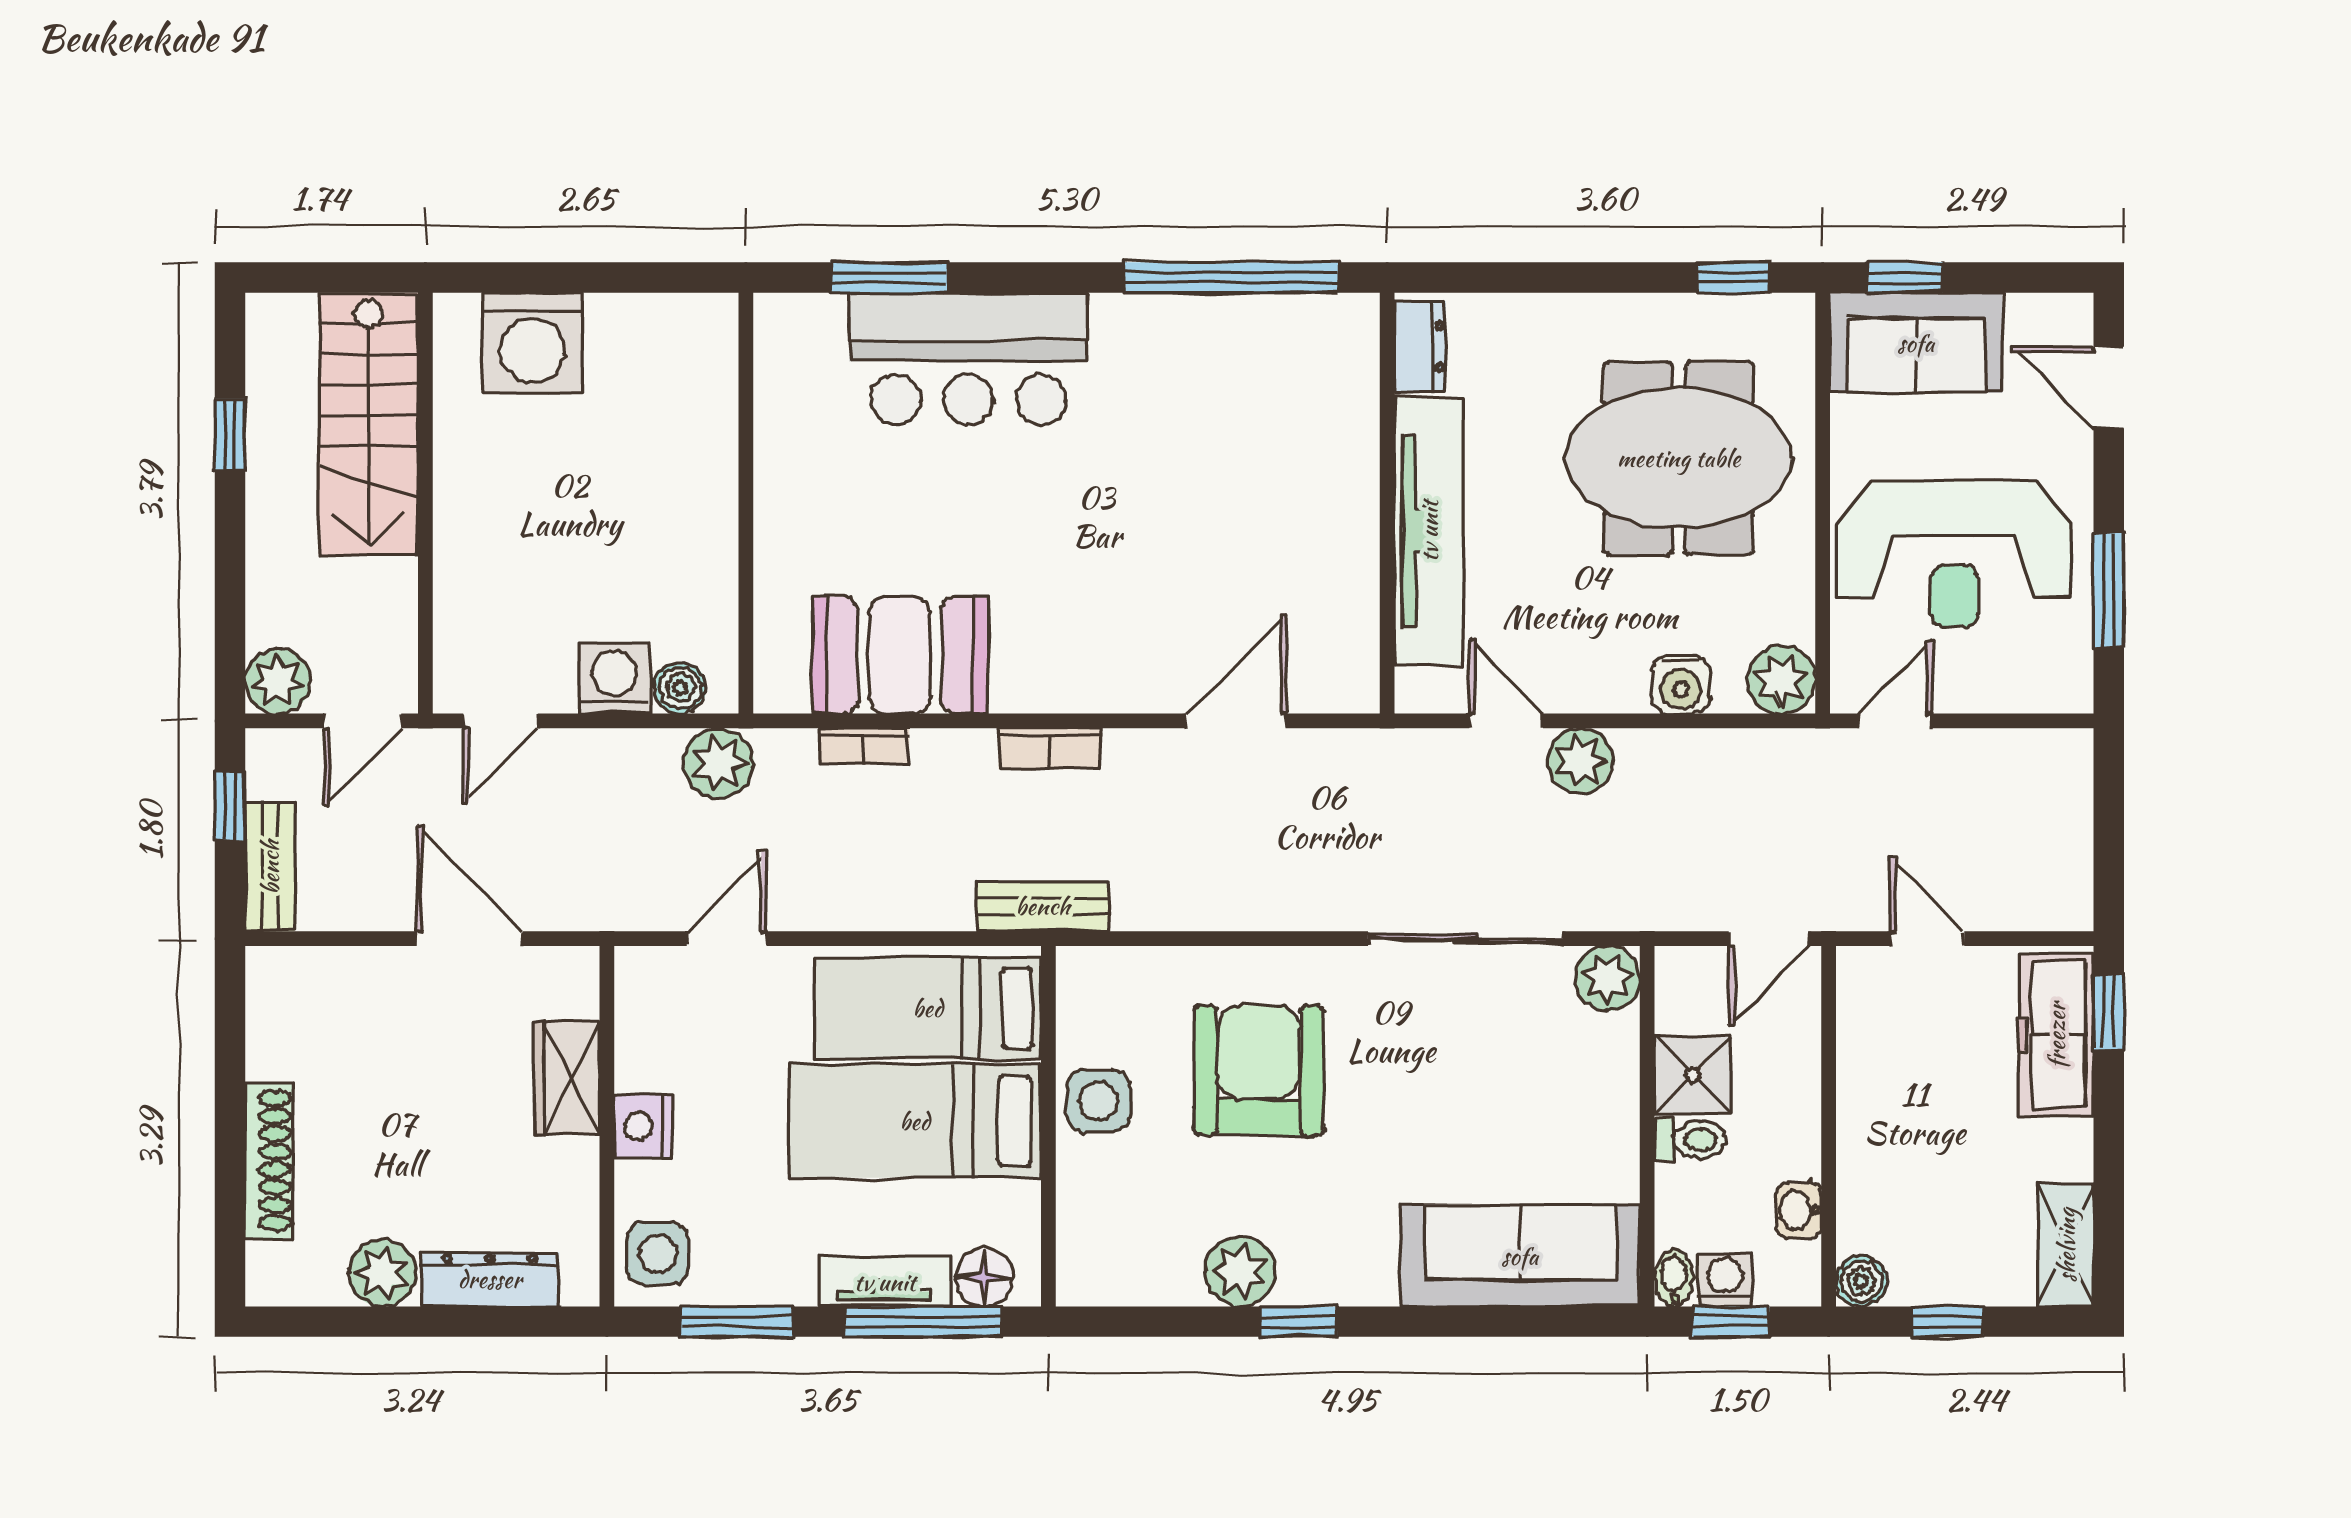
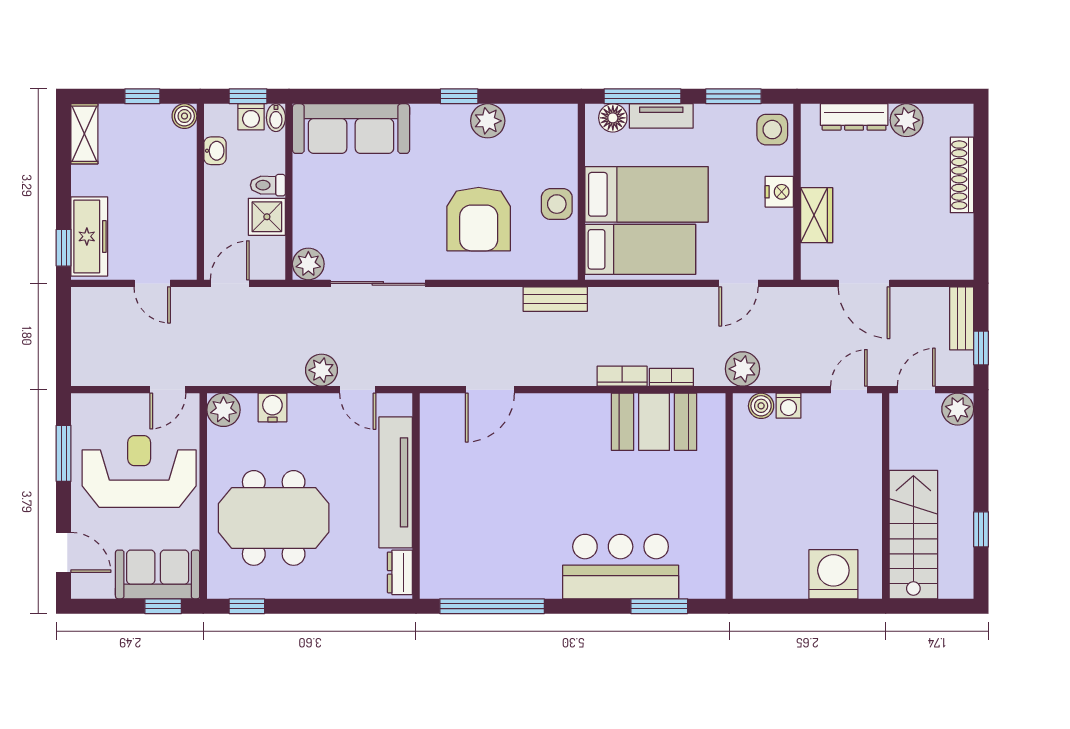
washing machine: (615, 679) -> (789, 406), width x0.73, depth x0.73
bookcase: (1050, 749) -> (622, 376), moved
bench: (1043, 906) -> (555, 299), moved

